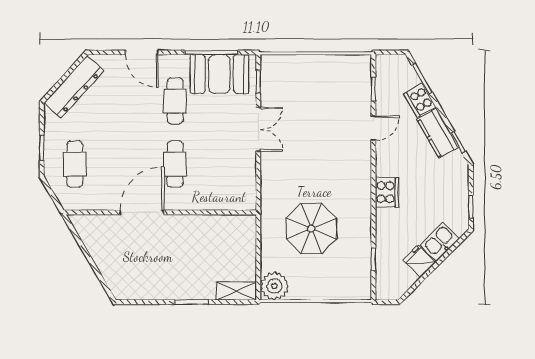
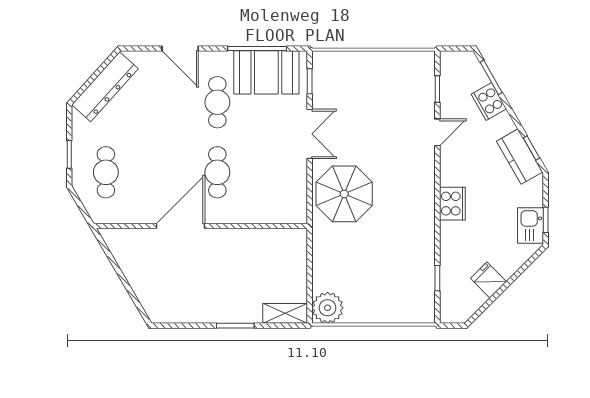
kitchen counter: (438, 133) -> (520, 157), moved
parasol: (311, 228) -> (344, 194), moved
kitchen sink: (440, 242) -> (530, 226), moved, turned -45

